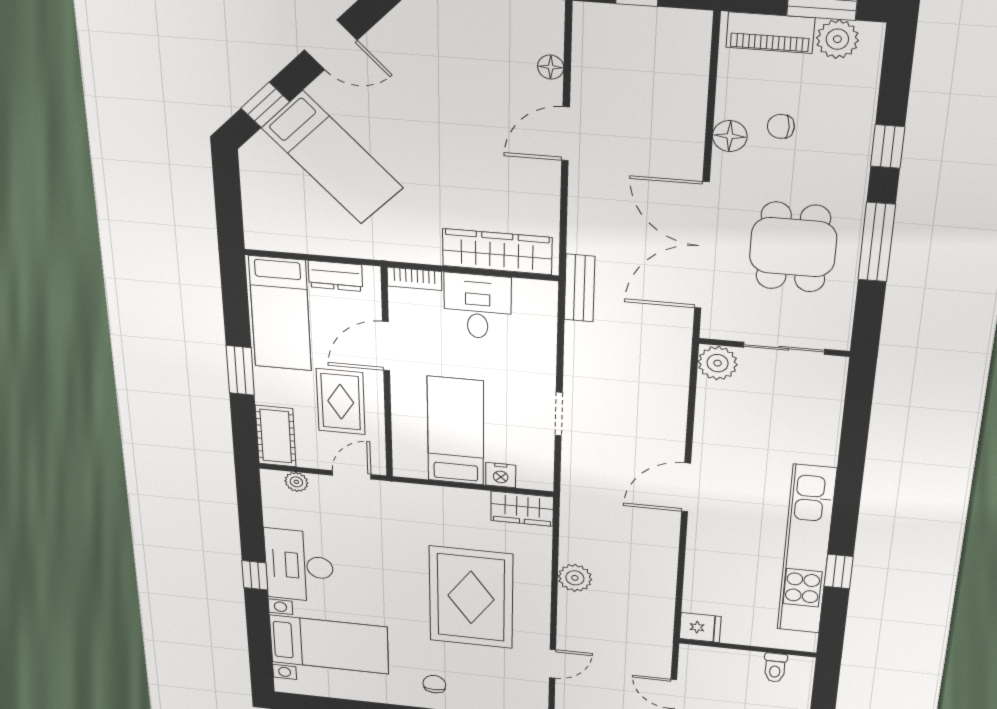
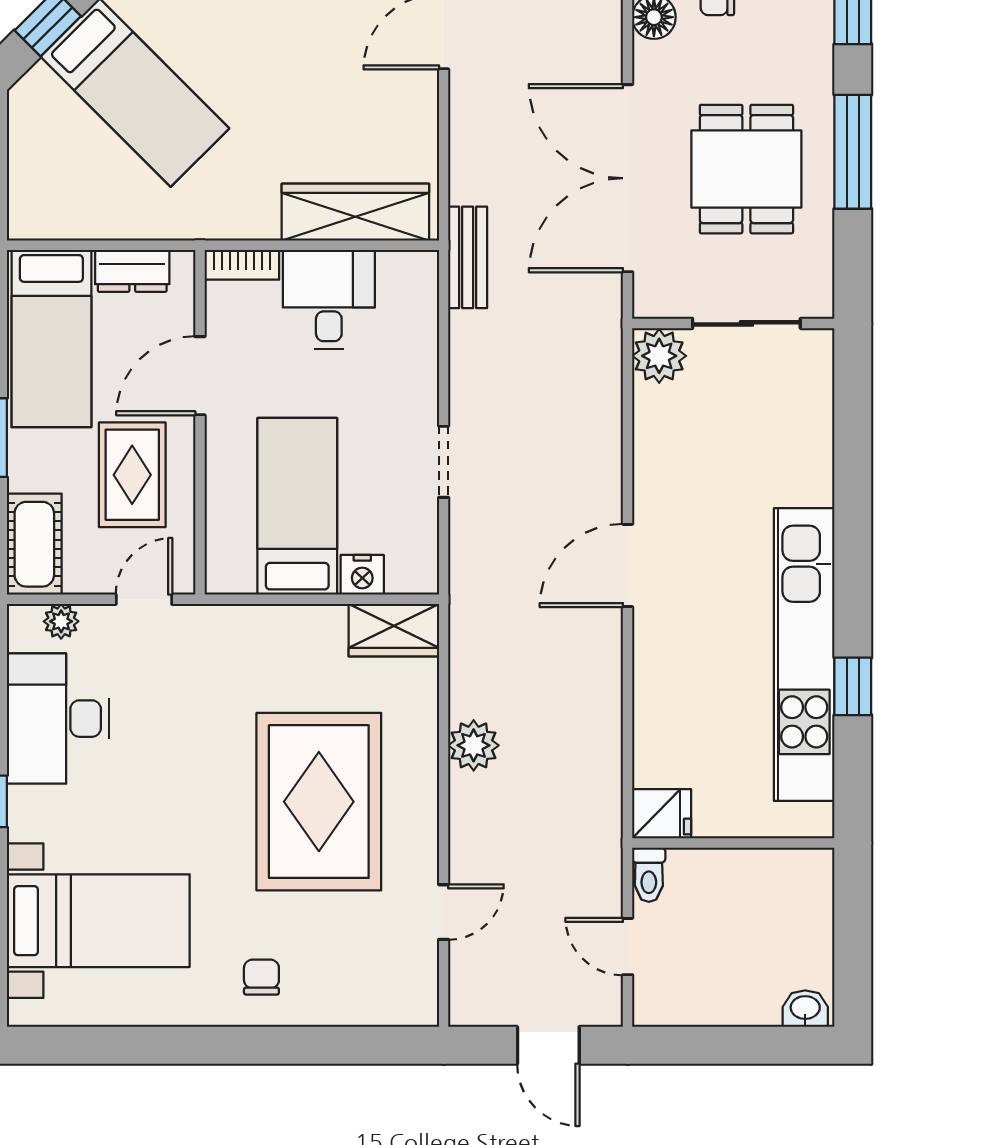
desk: (299, 566) -> (58, 719), moved
toilet: (775, 668) -> (649, 875), moved

